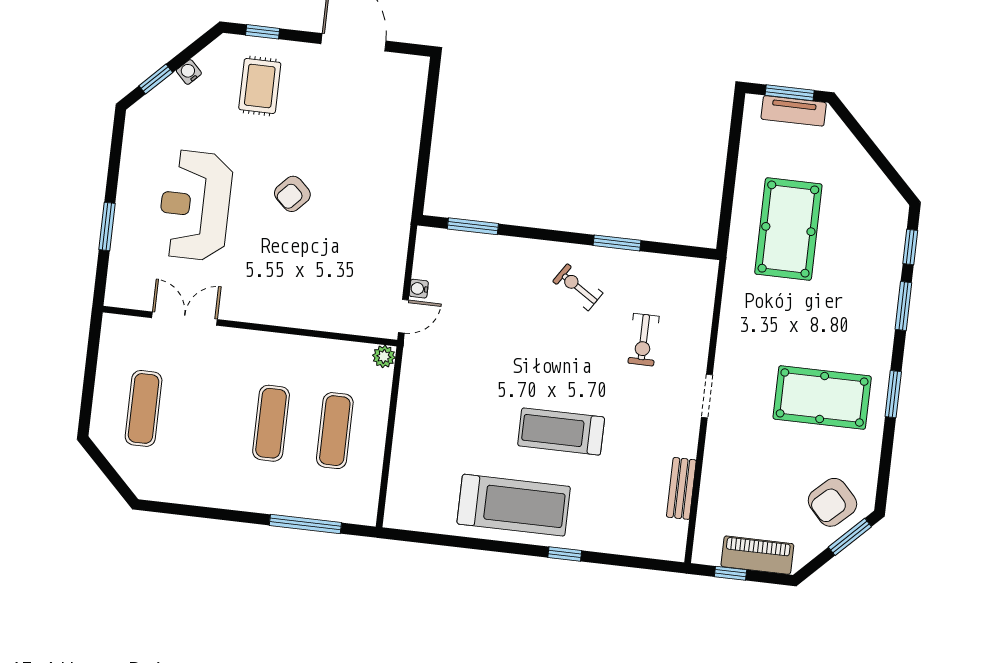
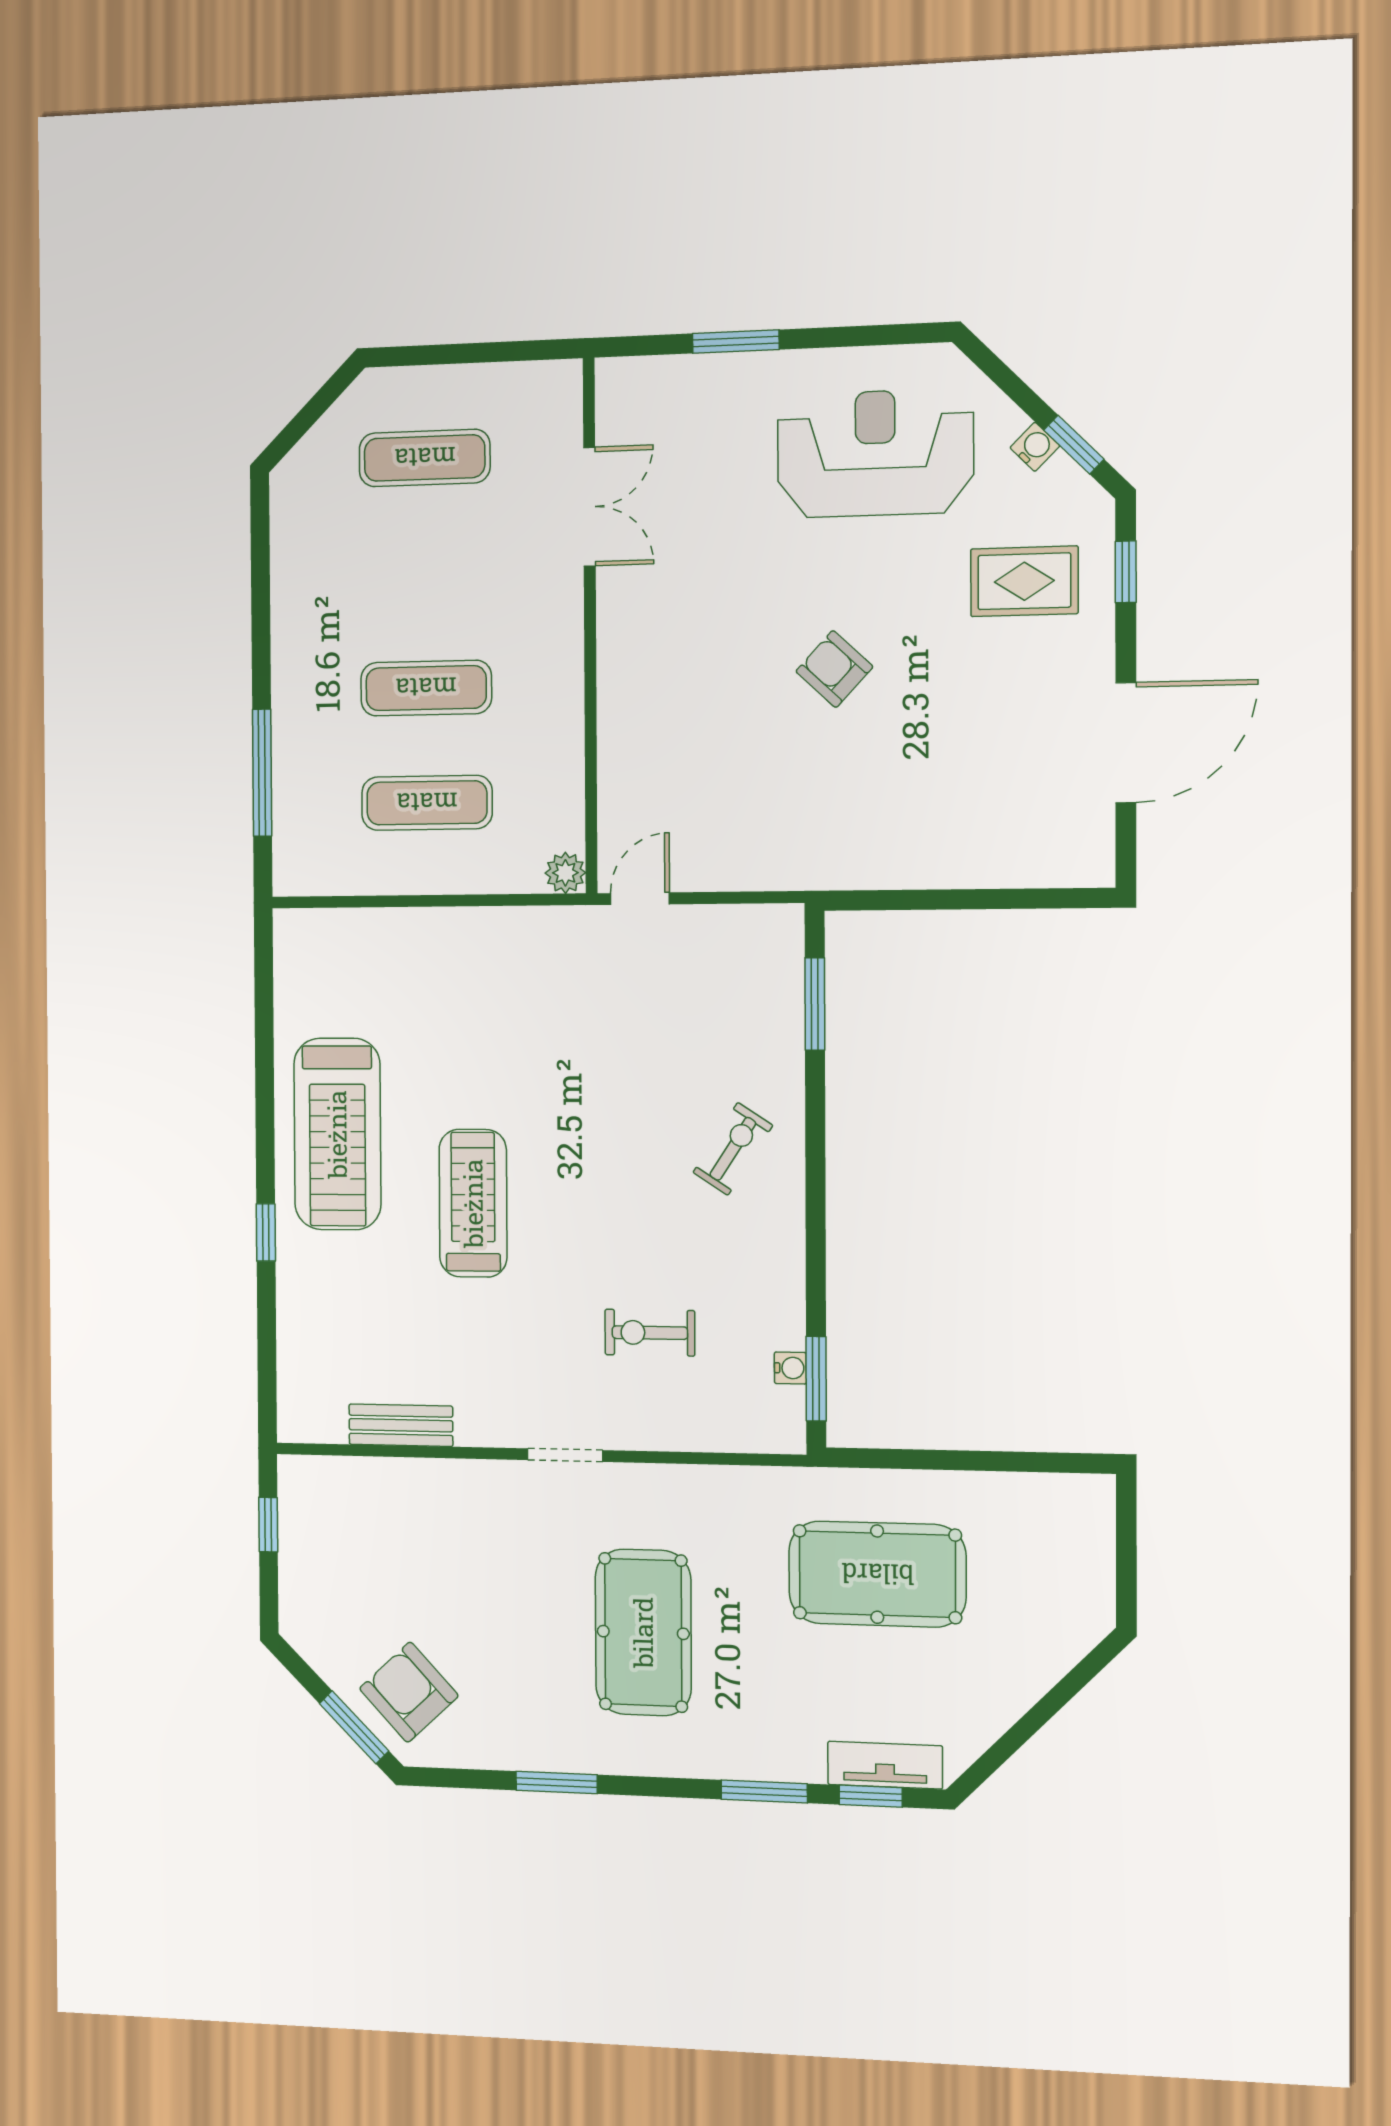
window: (156, 79) -> (1074, 445), moved
window: (790, 93) -> (1126, 1555), removed
tv unit: (794, 111) -> (885, 1765), moved, turned 90
reception desk: (195, 205) -> (875, 453), moved
window: (617, 243) -> (816, 1379), moved
exercise bike: (578, 287) -> (733, 1149), moved
water cooler: (419, 289) -> (790, 1368), moved, turned 90
door: (403, 316) -> (640, 899), swing flipped
window: (893, 394) -> (557, 1783), moved
pool table: (822, 397) -> (643, 1632), moved
piano: (757, 555) -> (304, 1569), removed

